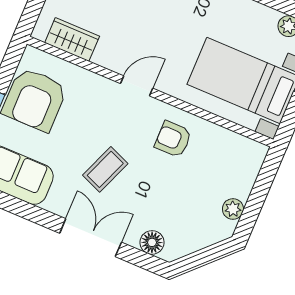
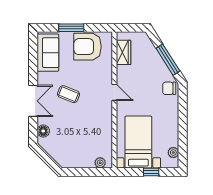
armchair: (173, 139) -> (96, 120), removed
plant: (233, 209) -> (100, 163), moved

